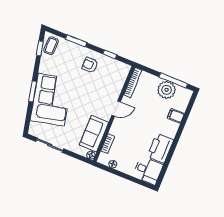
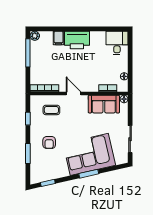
coffee table: (51, 46) -> (51, 110), moved
armchair: (90, 65) -> (49, 143), moved
plant: (166, 90) -> (35, 36), moved, width x0.53, depth x0.53
printer: (160, 148) -> (77, 40), moved

